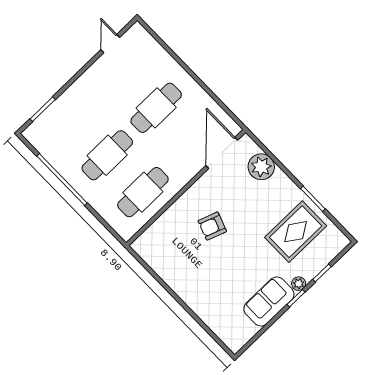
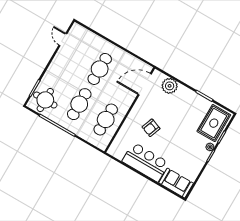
round table: (54, 133) -> (45, 100), added
door: (222, 153) -> (145, 84), hinge flipped
rug: (296, 232) -> (214, 123), moved
bar counter: (188, 279) -> (146, 162), added
sofa: (269, 301) -> (176, 183), moved, turned 90

